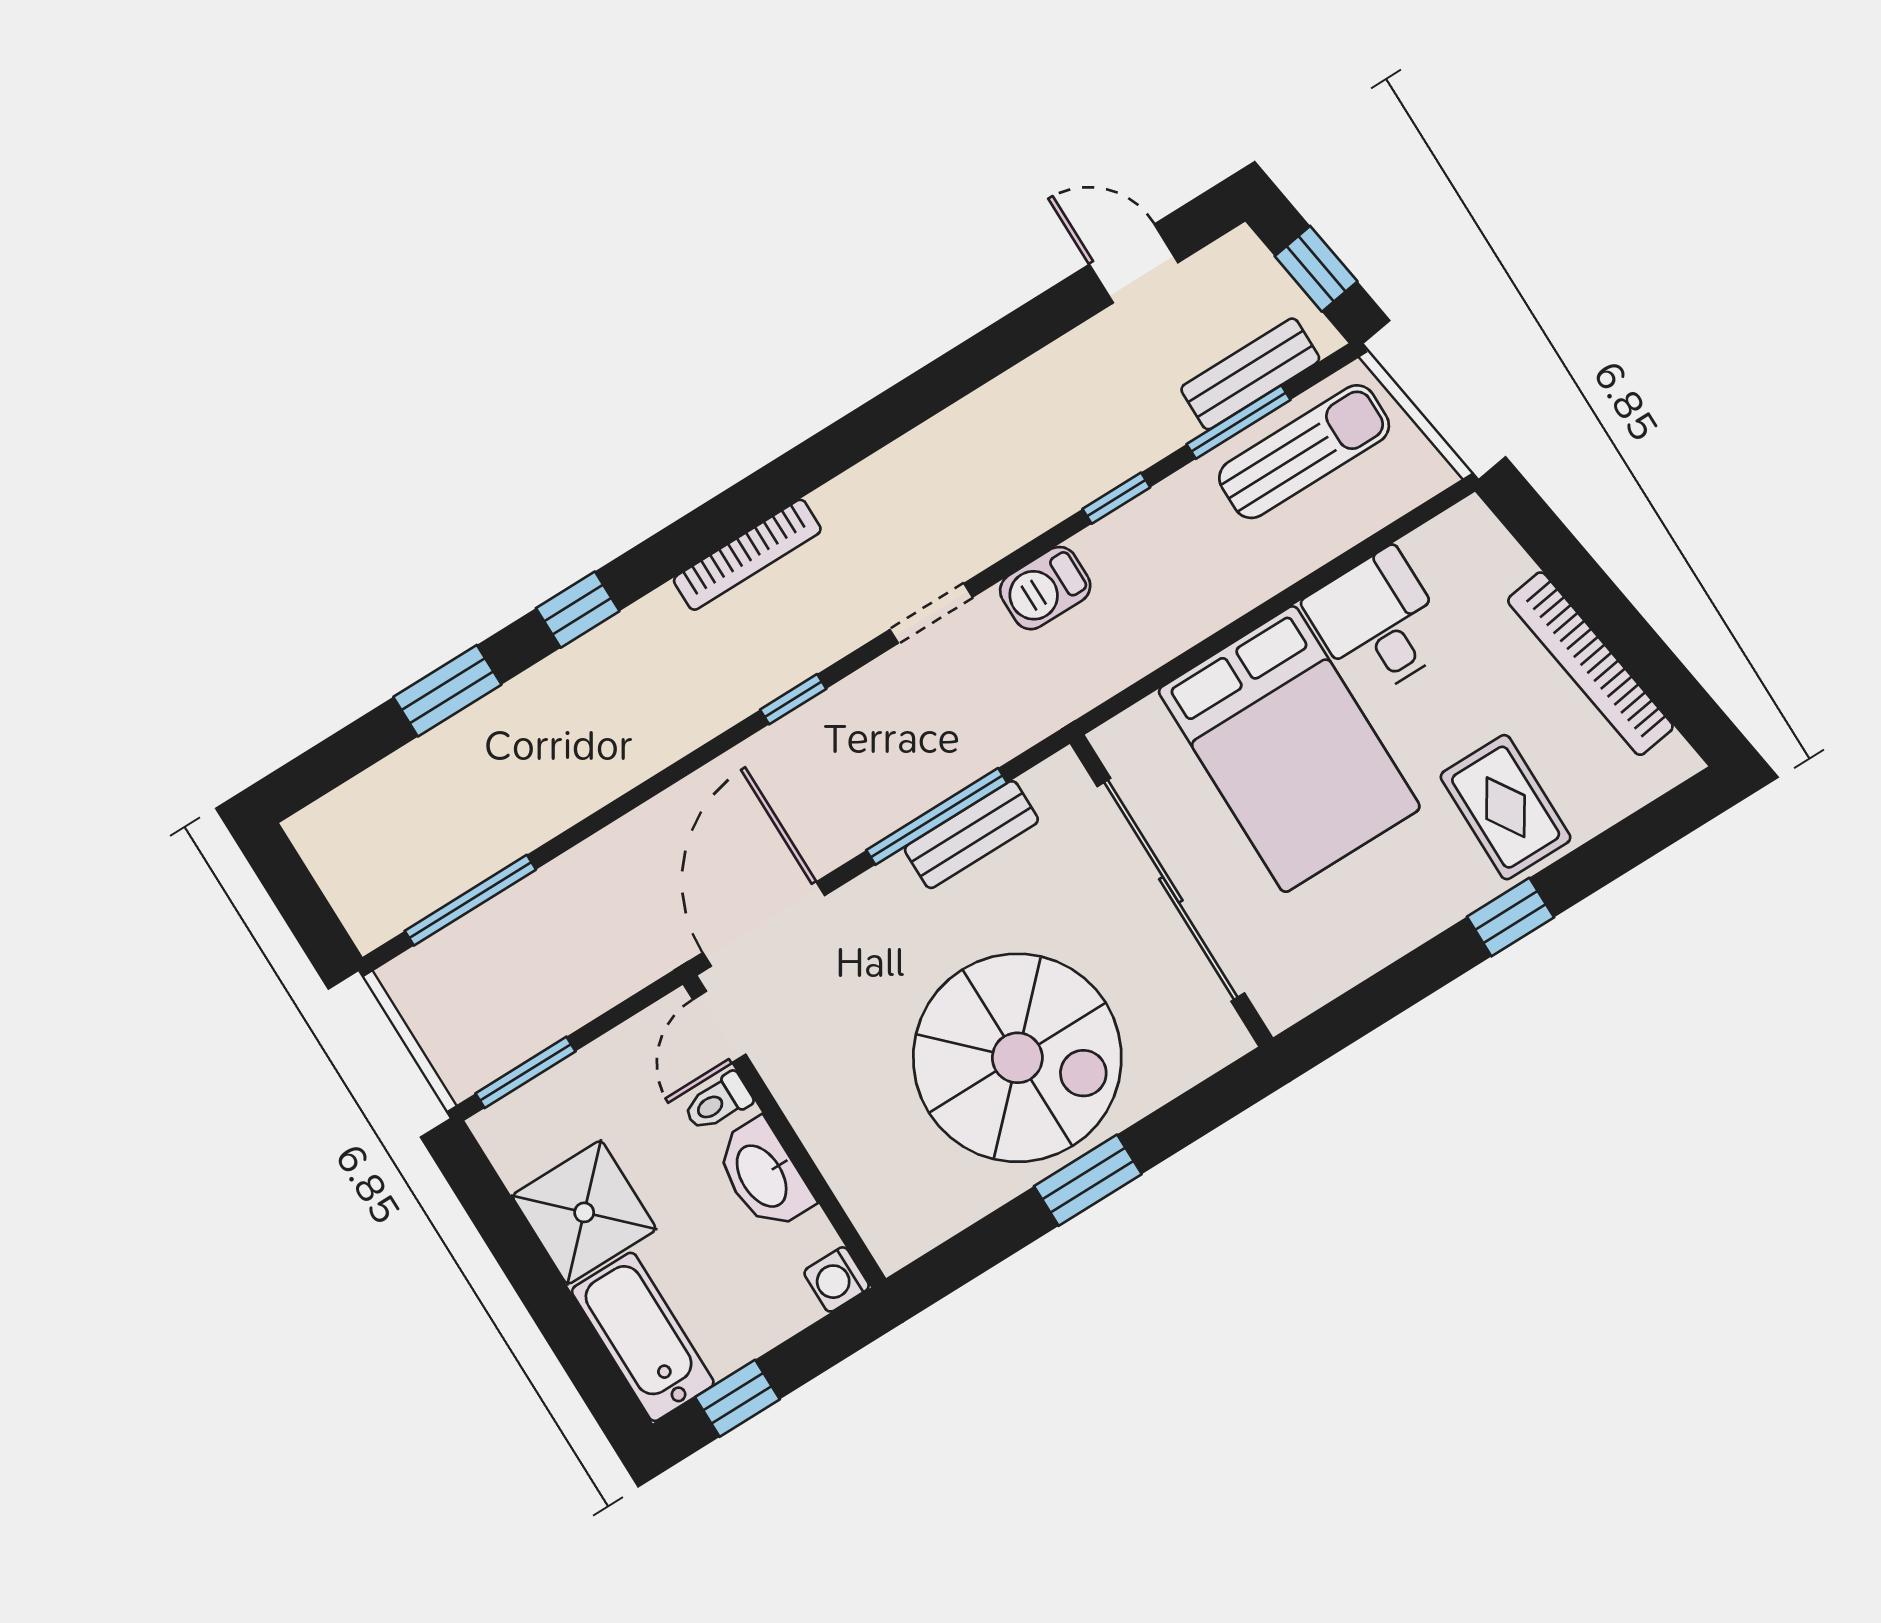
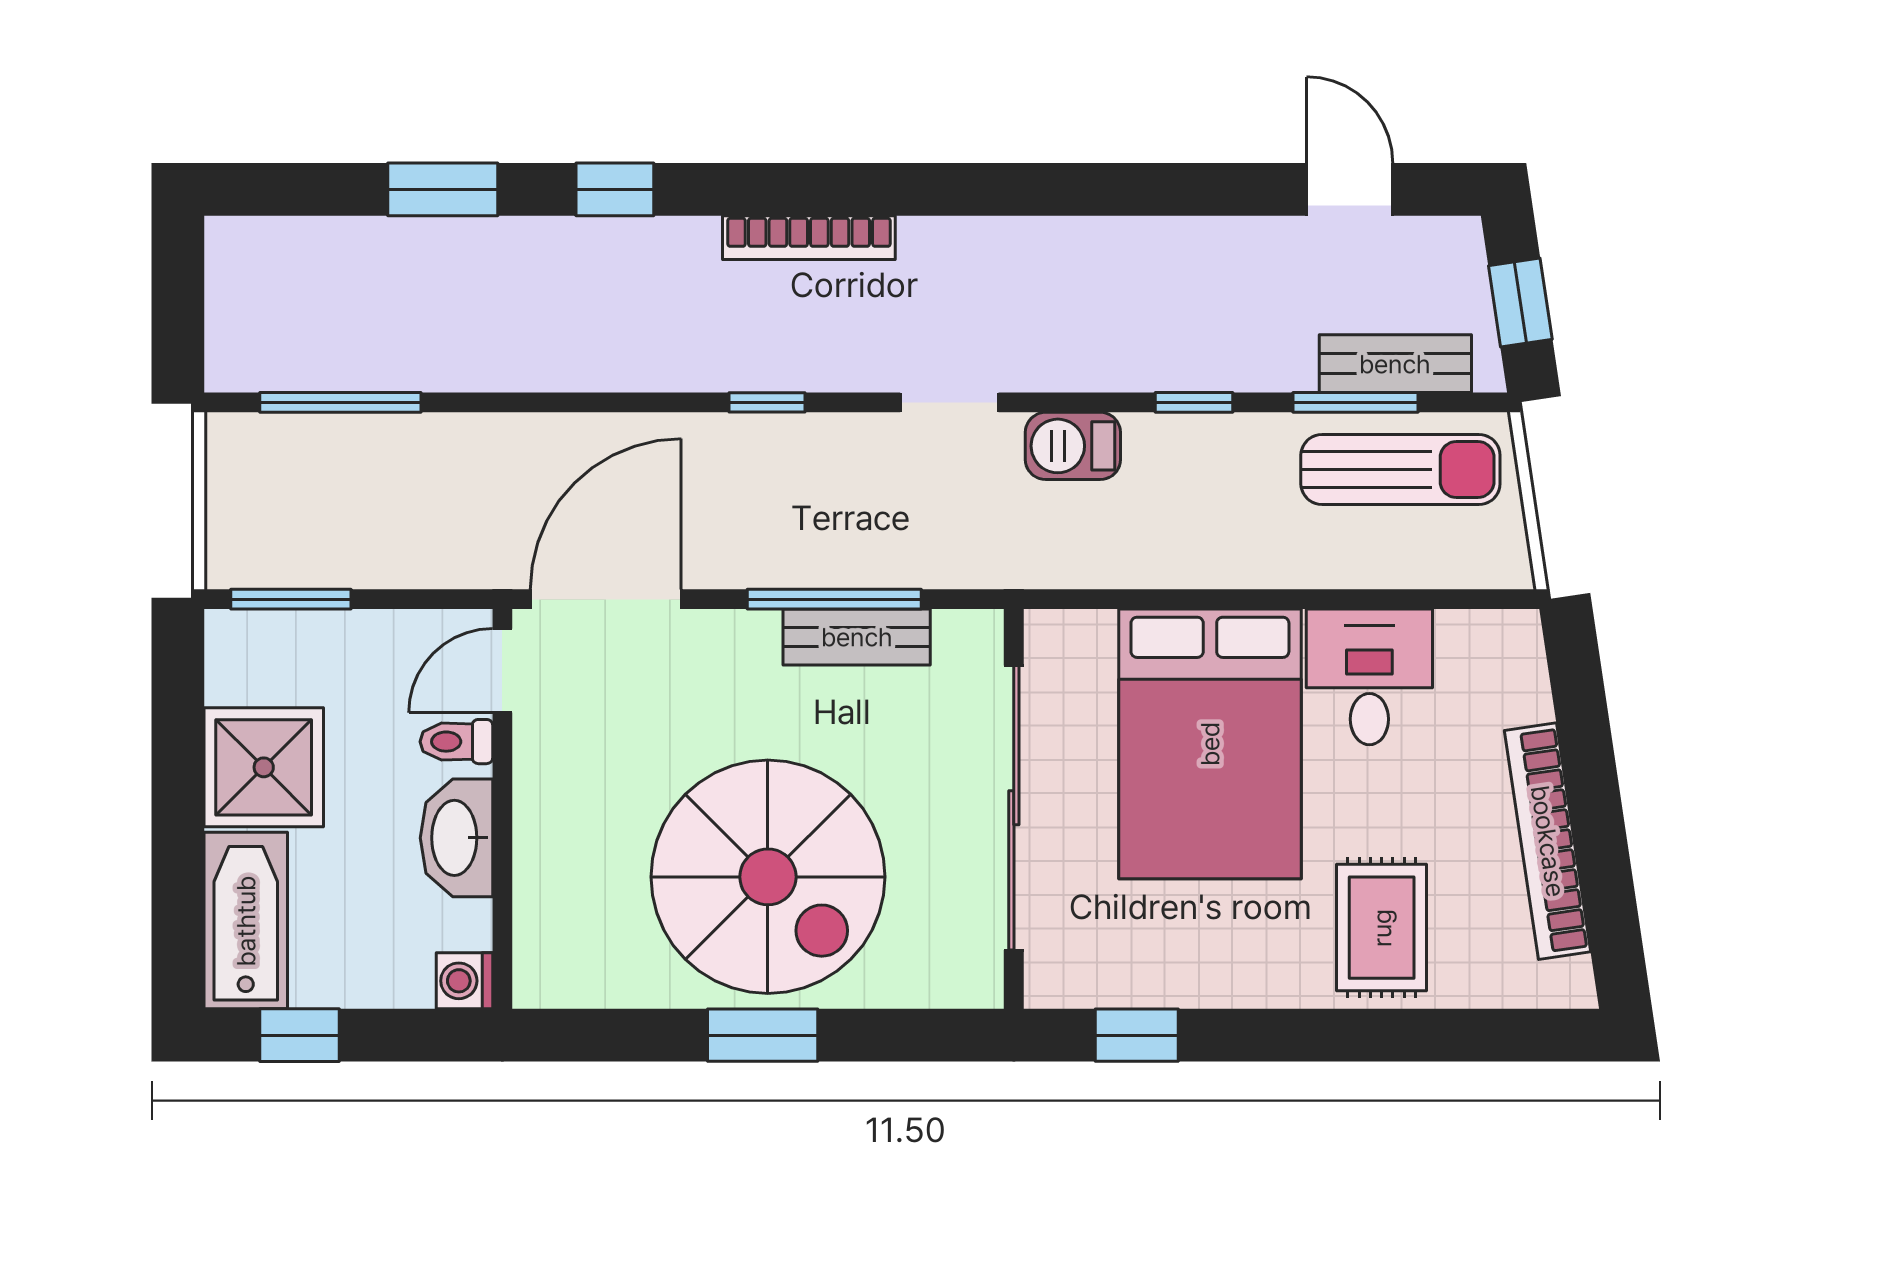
window: (1510, 917) -> (1137, 1035), moved

